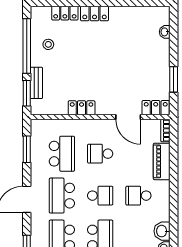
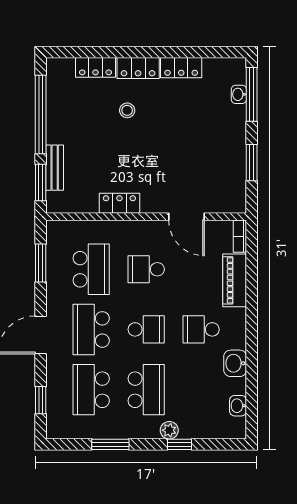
window: (174, 32) -> (252, 94), added
stool: (48, 44) -> (127, 110), moved
locker: (156, 108) -> (181, 68), moved, turned 180
washbasin: (162, 231) -> (235, 363), moved

